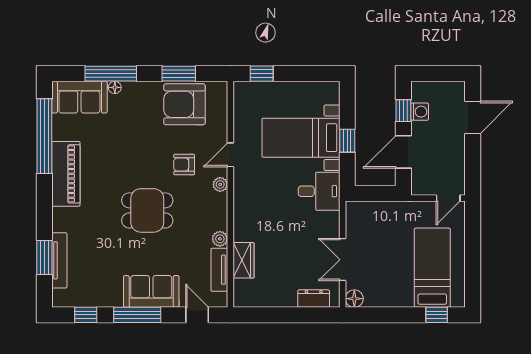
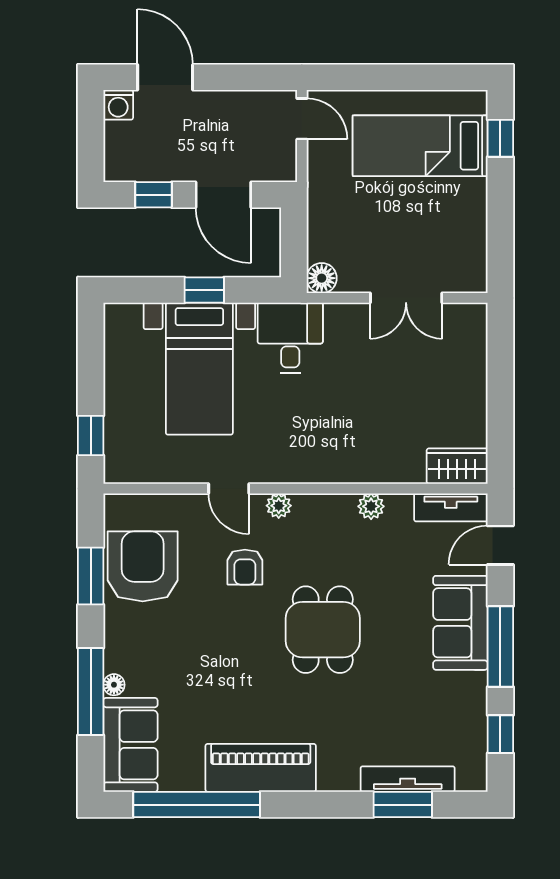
armchair: (185, 104) -> (143, 566), turned 180
washing machine: (420, 112) -> (118, 105), moved, turned 180
wardrobe: (244, 260) -> (457, 466), moved
tv unit: (219, 270) -> (451, 507), moved
dresser: (314, 299) -> (473, 347), removed
floor lamp: (354, 299) -> (322, 278), moved

